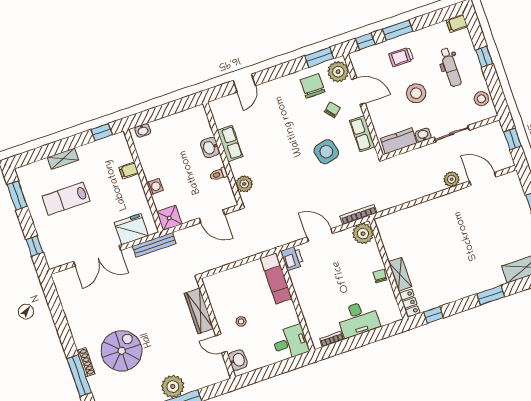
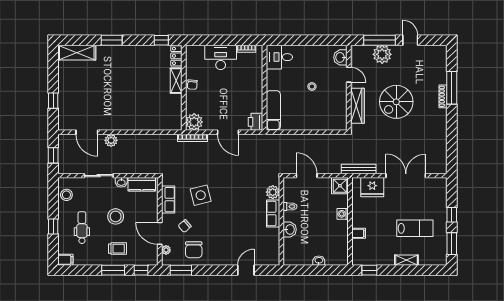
plant: (338, 72) -> (166, 250), width x0.53, depth x0.53
washbasin: (143, 130) -> (319, 261), moved
row of seats: (230, 143) -> (273, 213), moved
window: (34, 246) -> (452, 215), moved
wardrobe: (199, 311) -> (357, 106), moved
wall: (216, 328) -> (349, 88), moved
door: (221, 344) -> (349, 75), moved
spiral stairs: (122, 351) -> (396, 102), moved
washbasin: (238, 360) -> (340, 57), moved

